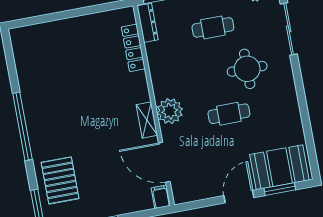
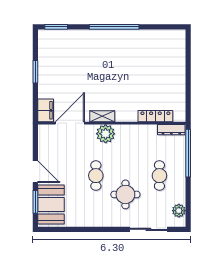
pallet: (60, 180) -> (71, 46), removed
filing cabinet: (161, 197) -> (46, 110), width x2.00

